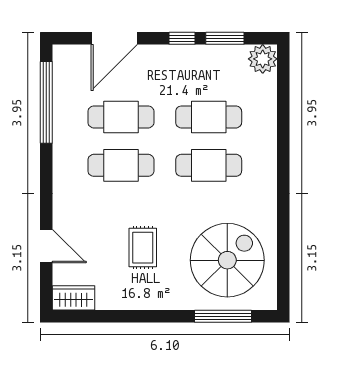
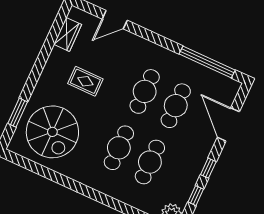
window: (225, 38) -> (196, 196), width x0.67
wardrobe: (73, 298) -> (68, 34), moved
window: (223, 316) -> (18, 113), width x0.69

